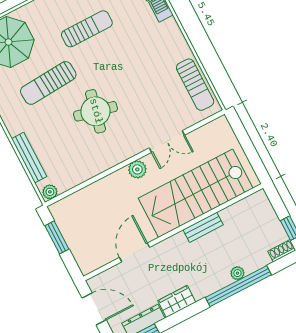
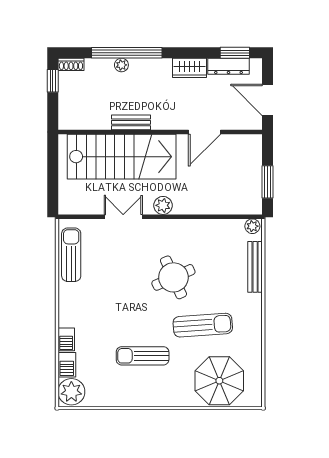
round table: (96, 111) -> (173, 277), turned -37

